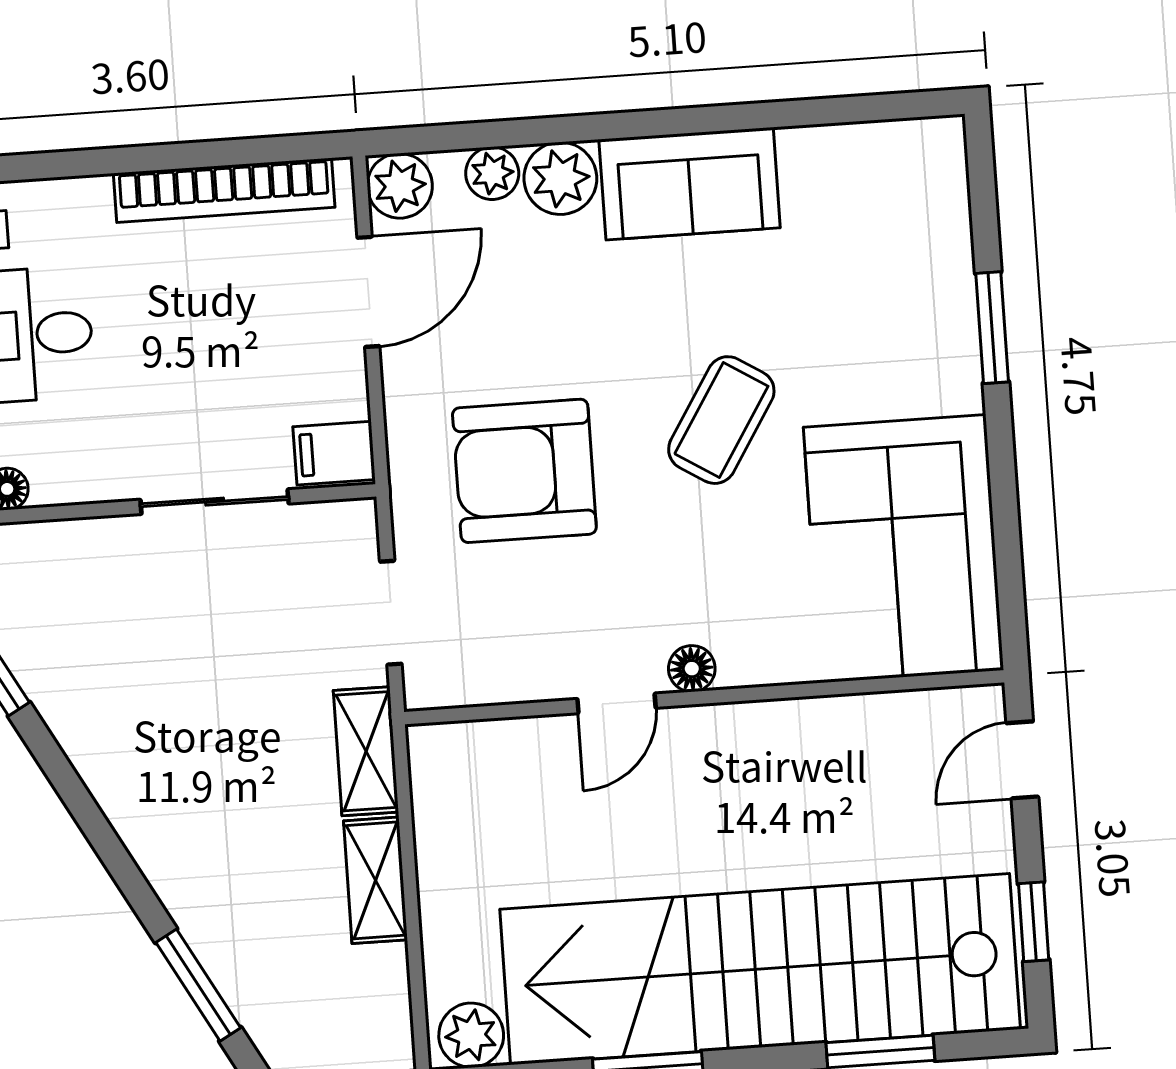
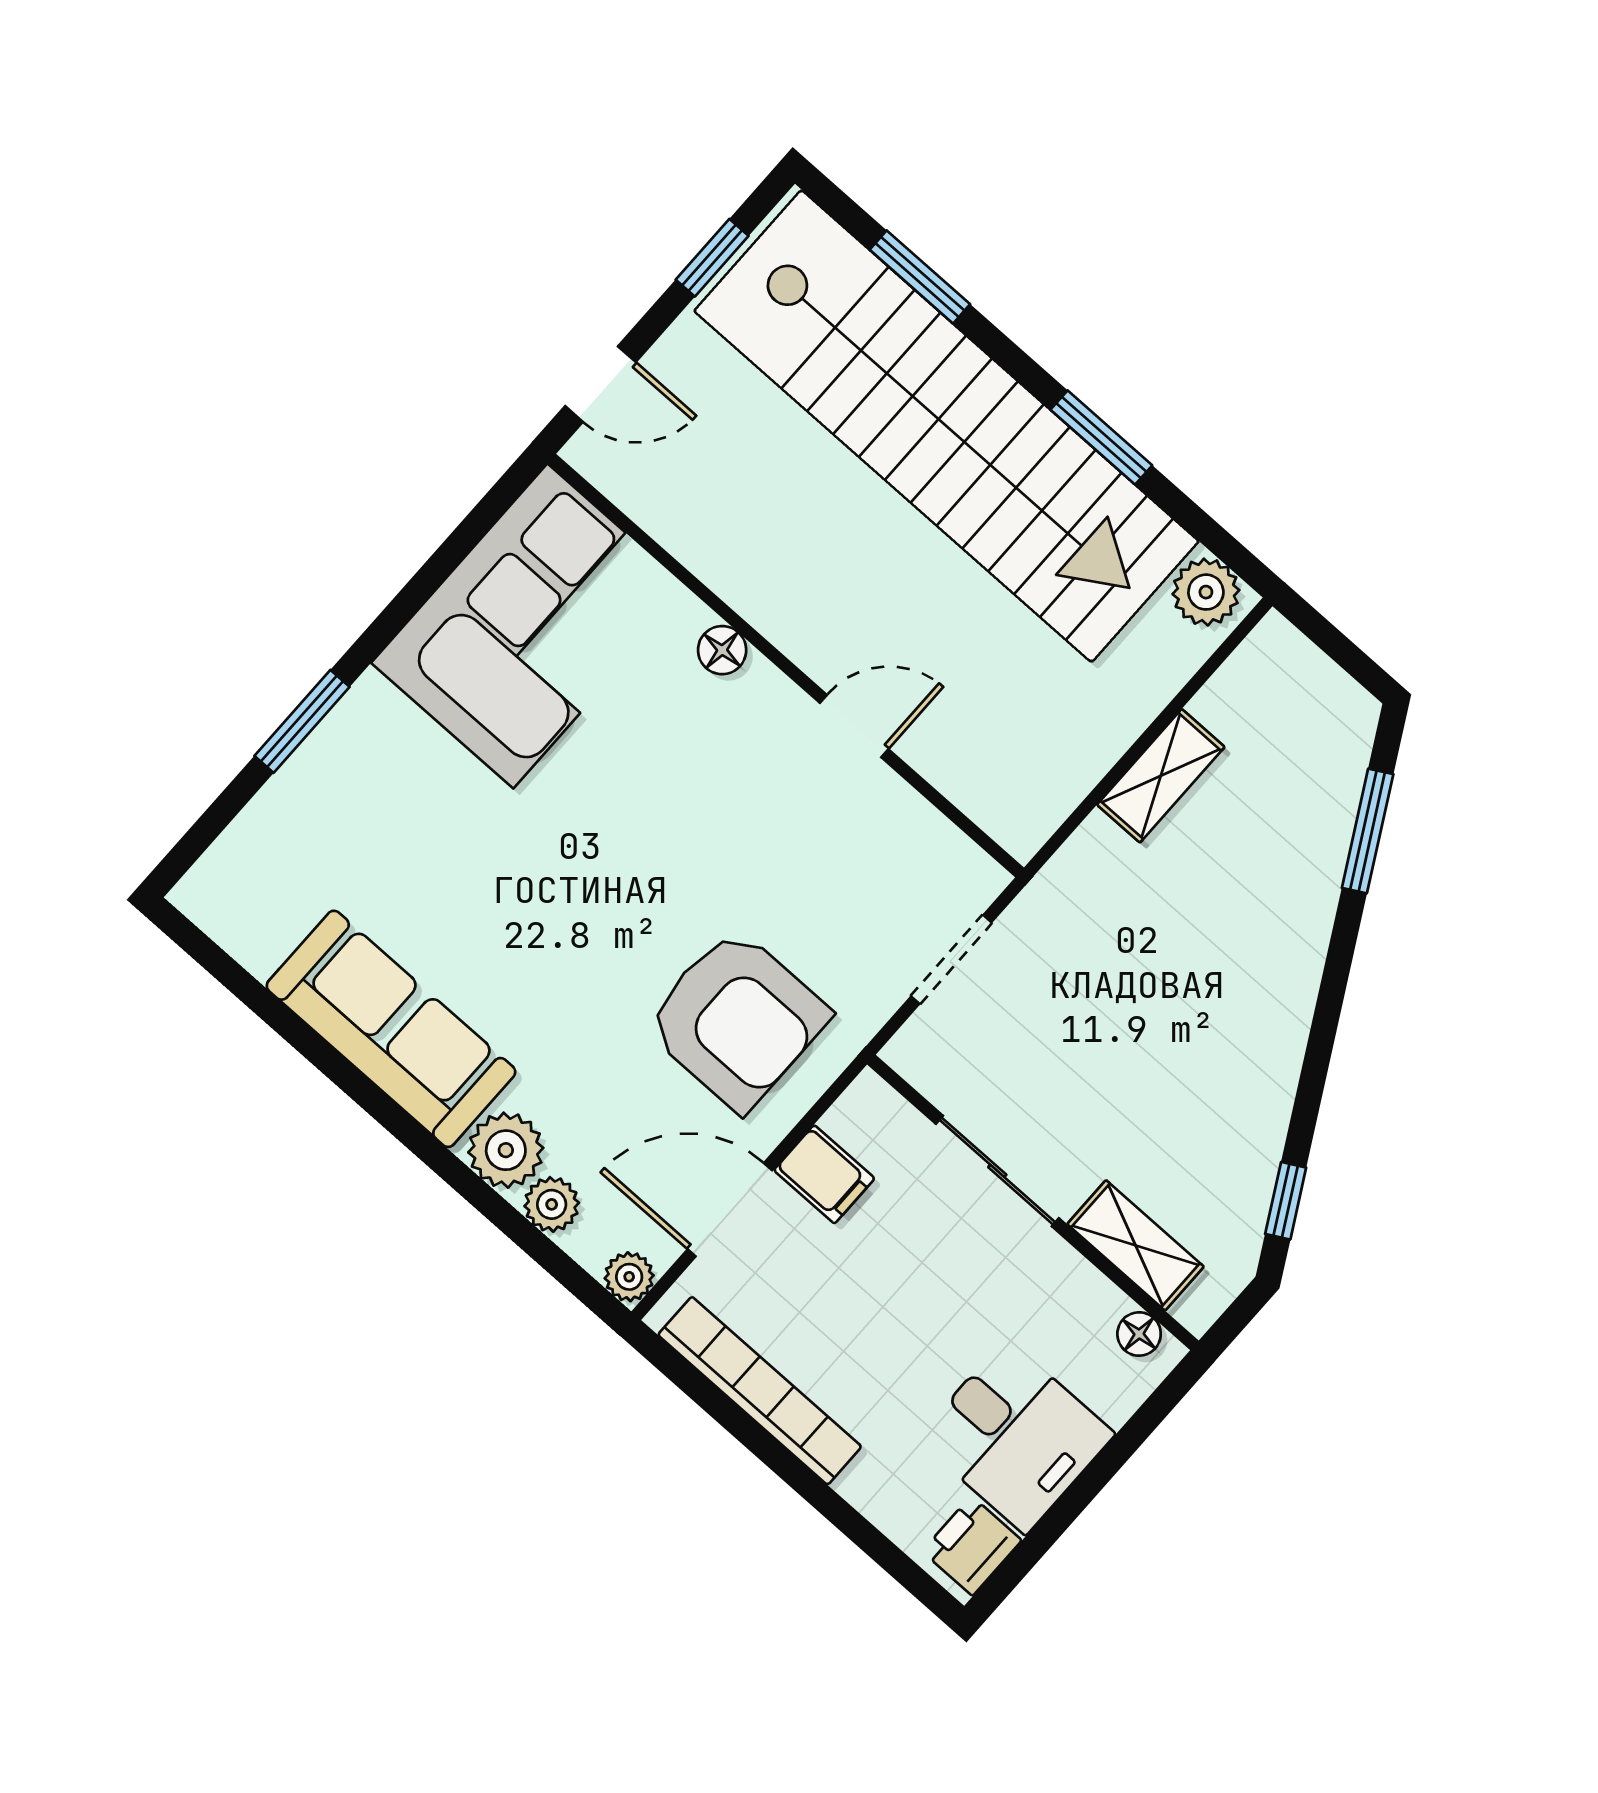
sofa: (690, 184) -> (391, 1029), width x1.36
plant: (400, 186) -> (629, 1277), width x0.73, depth x0.73
coffee table: (721, 420) -> (568, 855), removed
filing cabinet: (334, 453) -> (824, 1174), moved
armchair: (524, 471) -> (737, 1019), moved
floor lamp: (692, 669) -> (722, 650), moved
shelving: (366, 751) -> (1135, 1245), moved, turned 90

